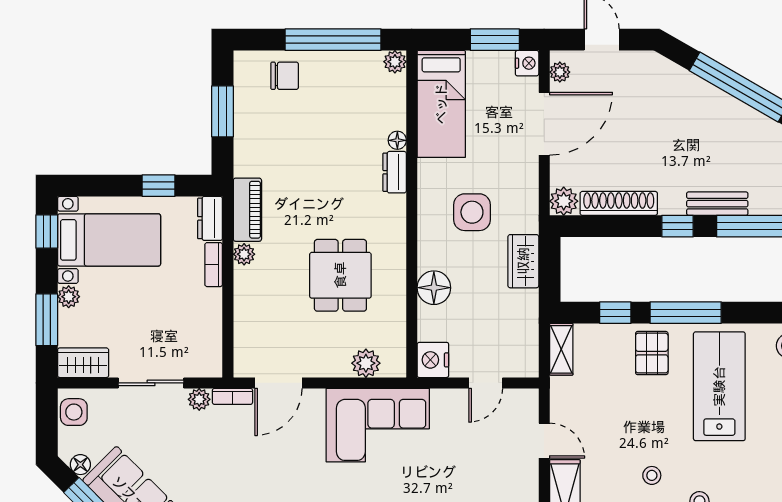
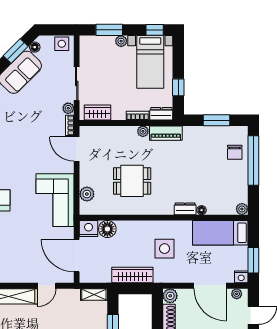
window: (333, 40) -> (253, 161), moved
wardrobe: (523, 261) -> (132, 275), width x1.50
floor lamp: (434, 288) -> (107, 229), moved
wardrobe: (83, 363) -> (97, 113), moved, turned -90
door: (486, 383) -> (77, 256), width x1.87

